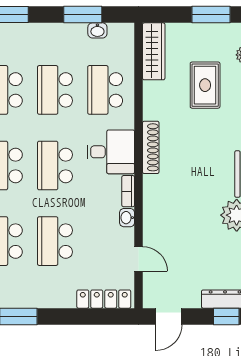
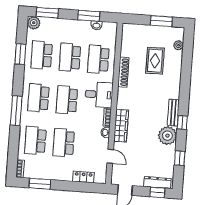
wardrobe: (154, 51) -> (121, 126), moved
shoe rack: (151, 147) -> (123, 72), moved
locker: (104, 299) -> (83, 177), width x0.66

